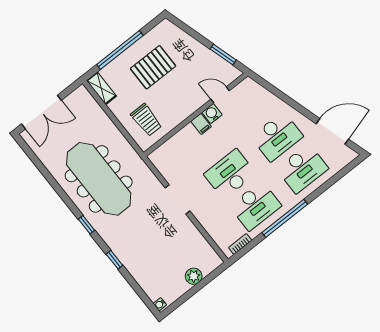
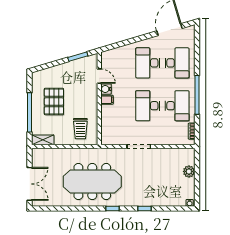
door: (220, 95) -> (99, 76), swing flipped
trolley: (146, 120) -> (80, 129), turned 90
desk: (277, 137) -> (148, 63), turned 180

